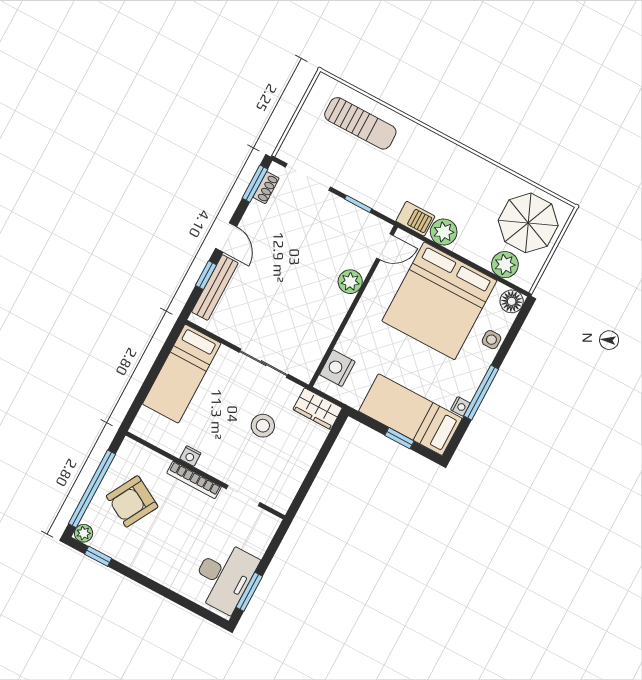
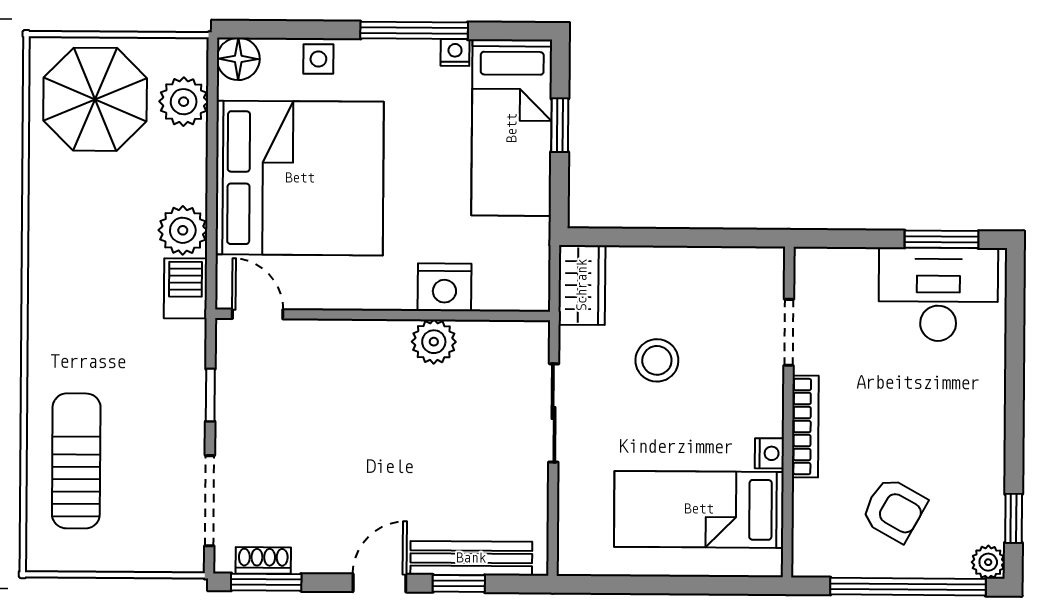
plant: (350, 282) -> (434, 342), moved
nightstand: (337, 368) -> (444, 287), moved
bed: (182, 374) -> (699, 509), moved, turned 180
armchair: (132, 501) -> (894, 510), width x0.72, depth x0.72

